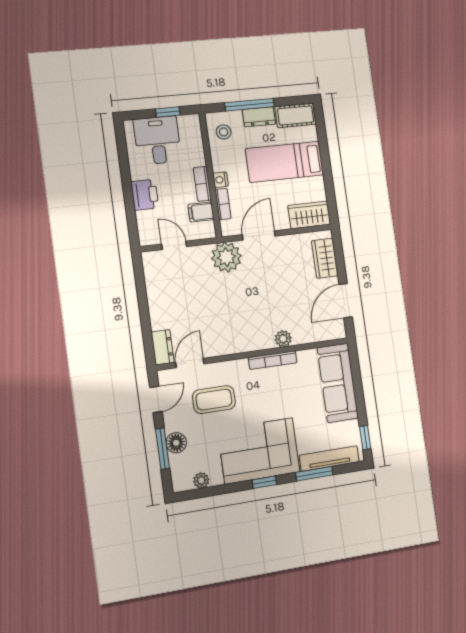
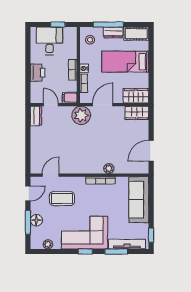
filing cabinet: (201, 212) -> (70, 98), moved
wardrobe: (325, 258) -> (137, 113), moved, turned -90
dresser: (163, 347) -> (36, 116), moved

